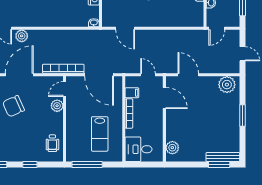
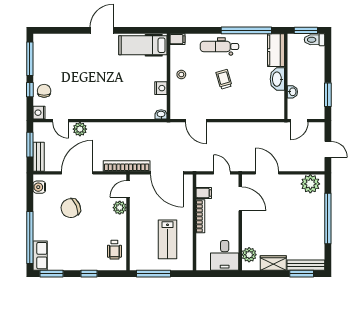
window: (243, 115) -> (328, 218), width x2.11
desk: (139, 149) -> (225, 255), moved, turned -90
wardrobe: (194, 155) -> (273, 263), added

